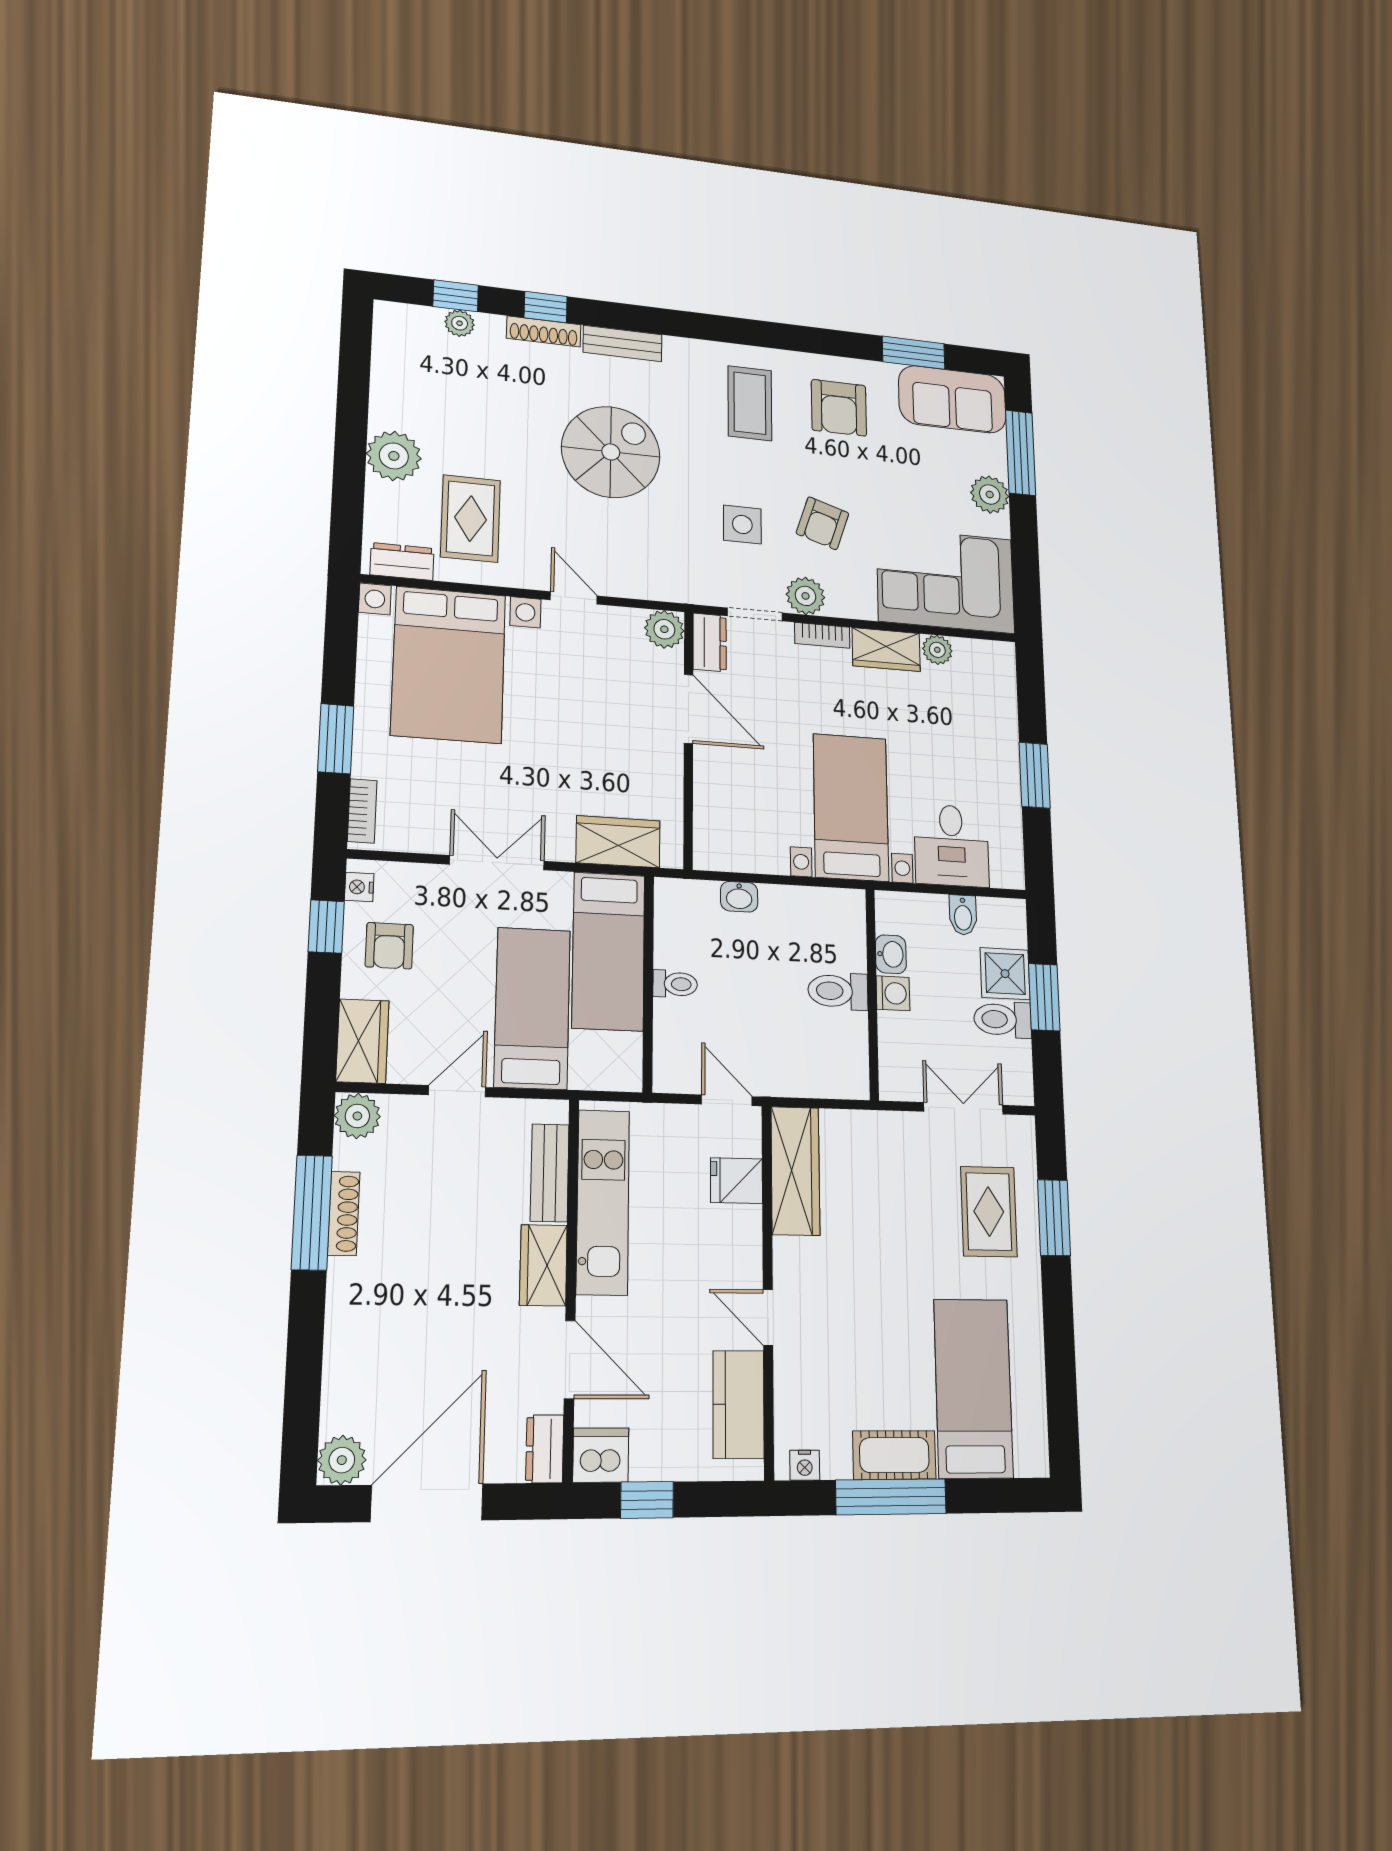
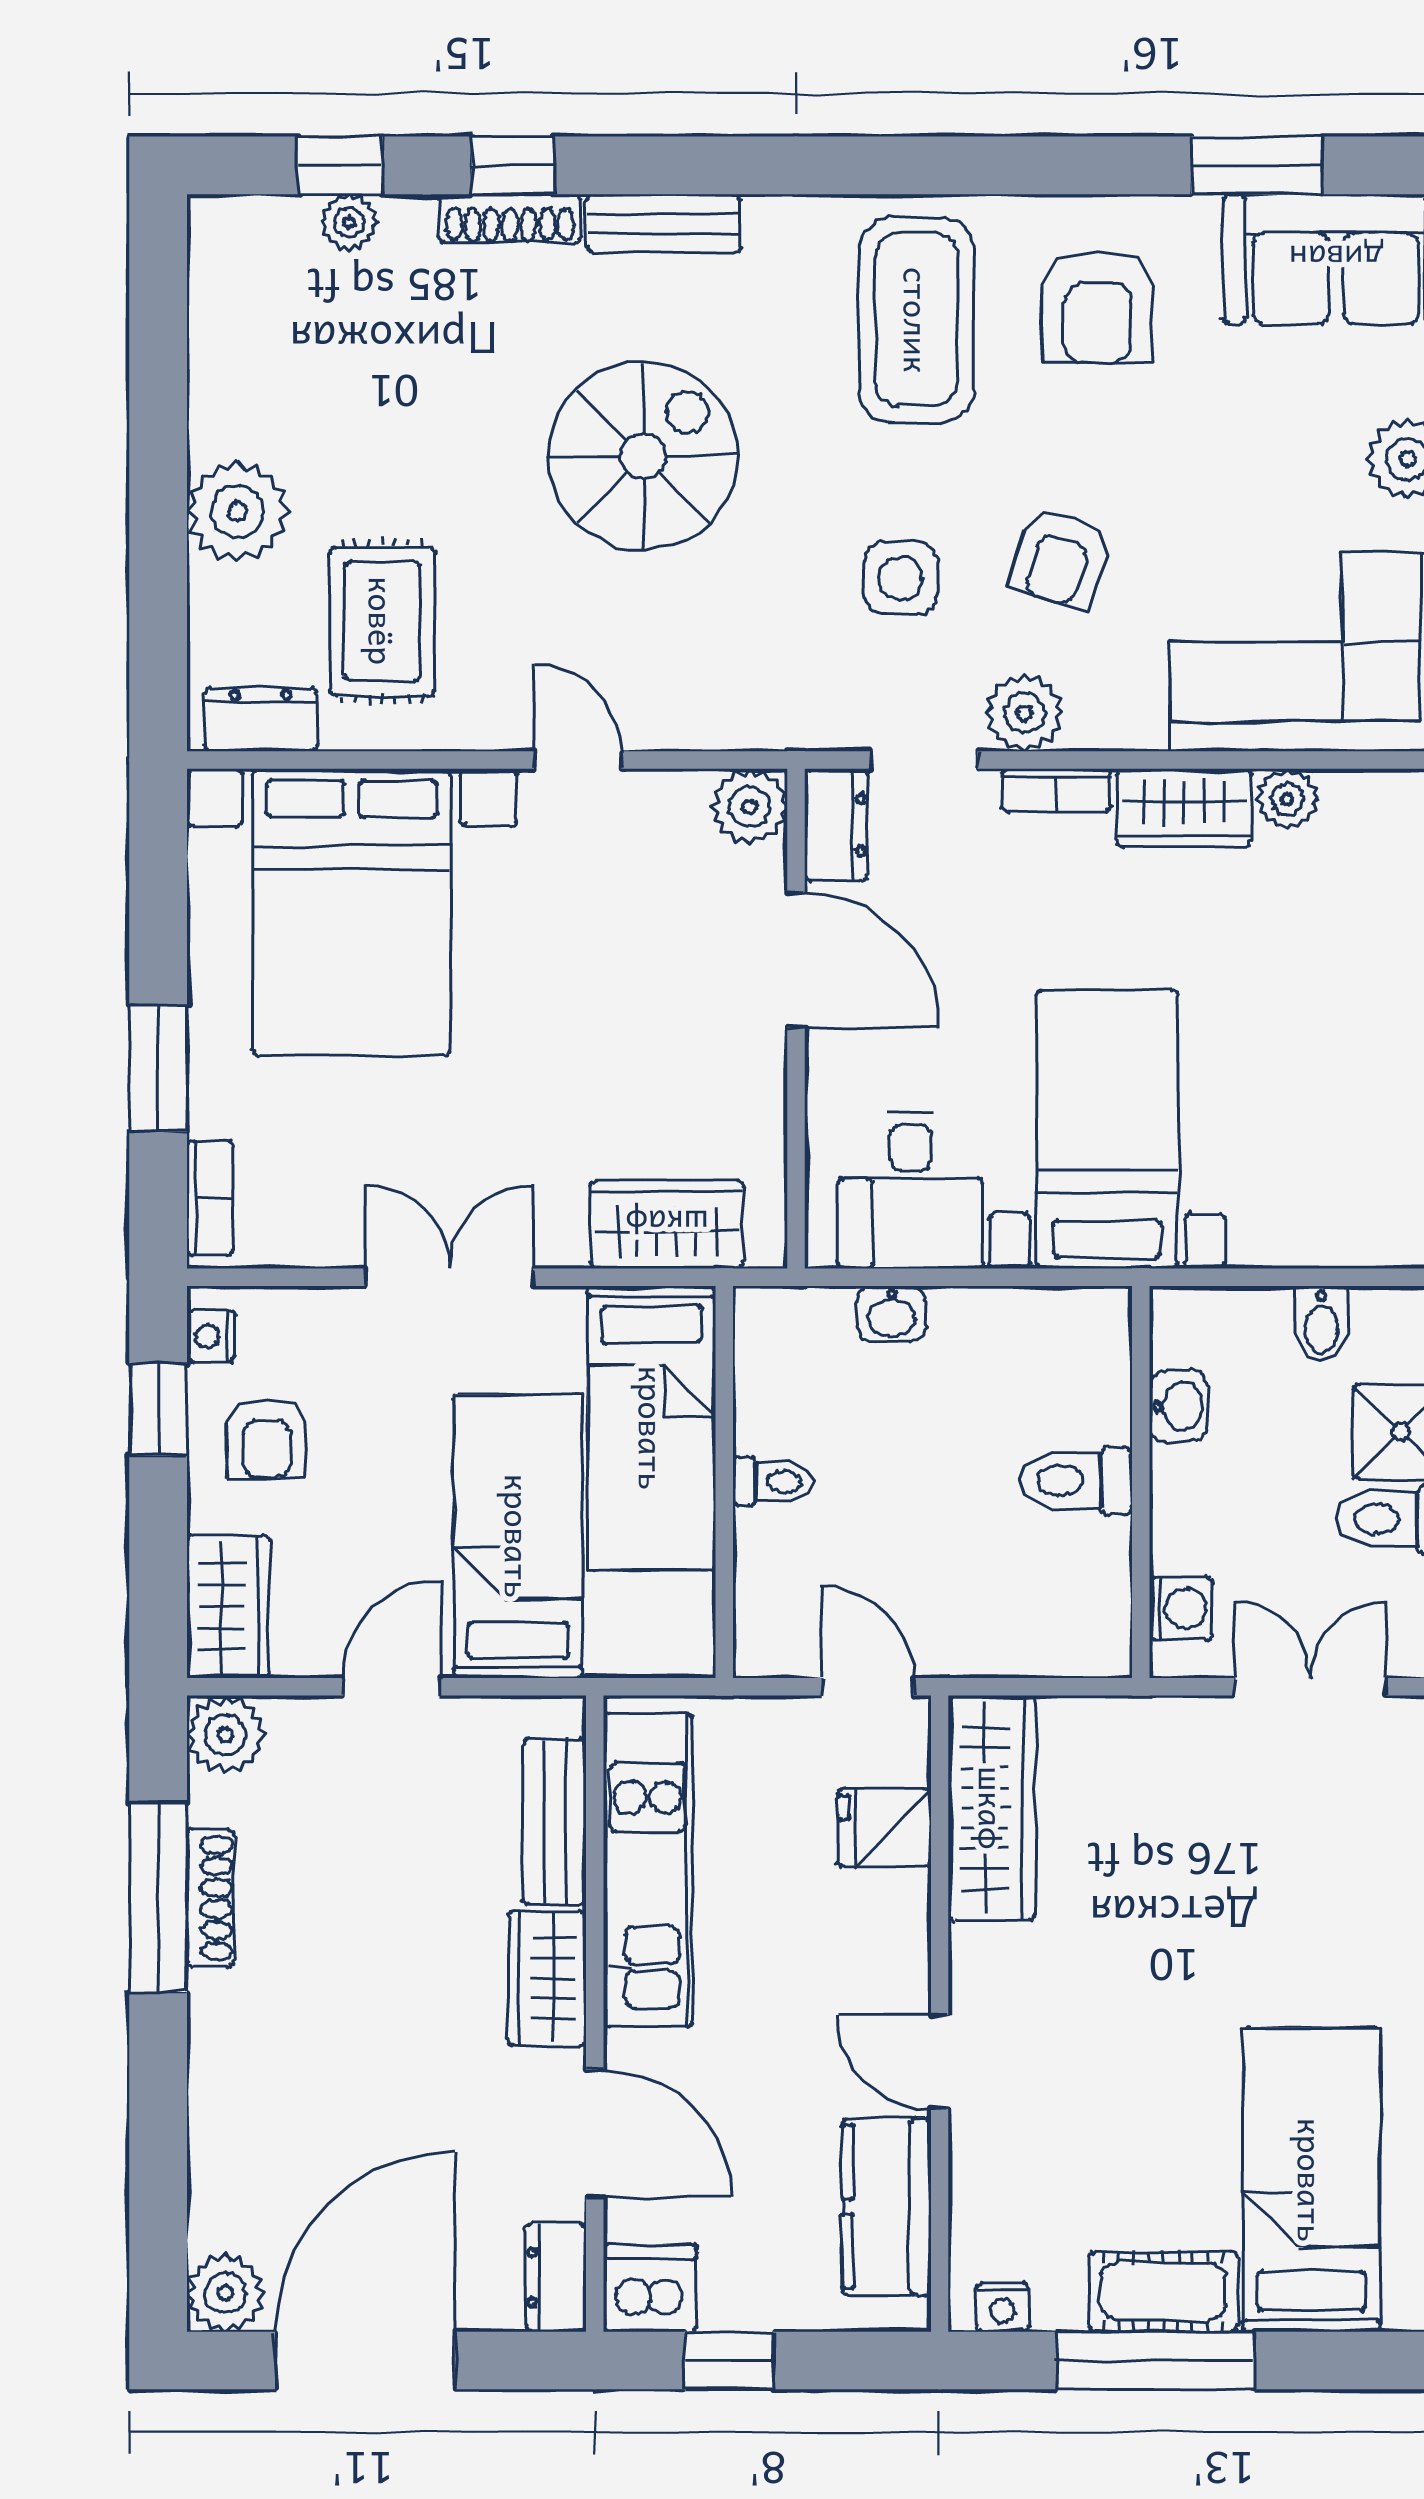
coffee table: (750, 403) -> (917, 320), width x1.36, depth x1.32
desk: (952, 845) -> (911, 1190), moved
washing machine: (893, 993) -> (1181, 1608), moved
rug: (989, 1212) -> (1352, 1872), removed

